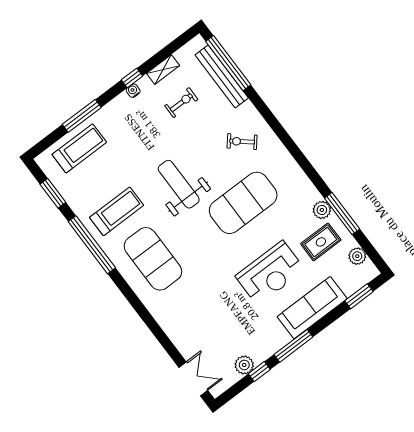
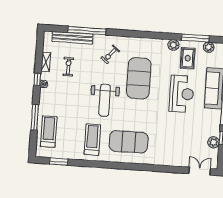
window: (228, 63) -> (87, 31), moved
weight bench: (179, 184) -> (105, 100), turned -90
window: (342, 214) -> (195, 38), moved
window: (92, 245) -> (98, 164), removed

